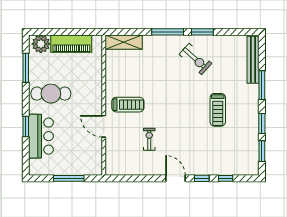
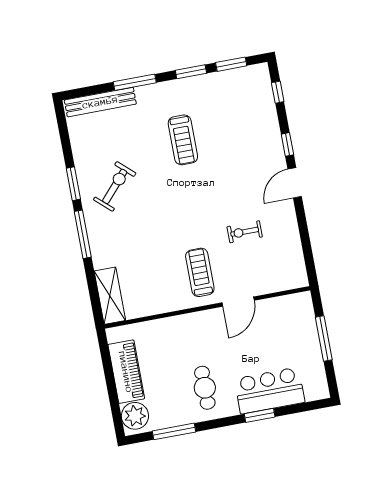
cafe table: (51, 94) -> (205, 388), width x0.73, depth x0.74
treadmill: (218, 110) -> (183, 140), turned 90
window: (226, 178) -> (278, 92), moved

